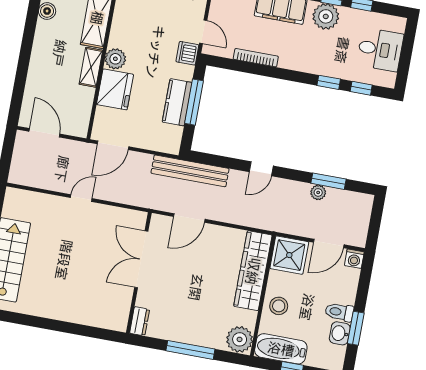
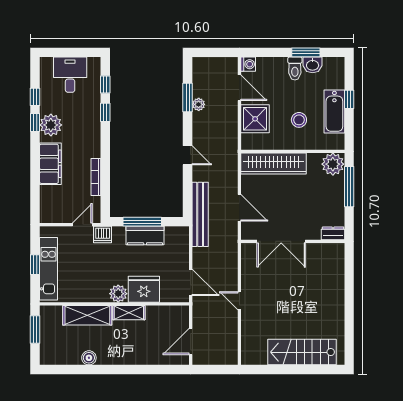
wardrobe: (253, 271) -> (274, 164), moved
wall: (263, 295) -> (293, 151), moved
plant: (240, 339) -> (333, 164), moved

